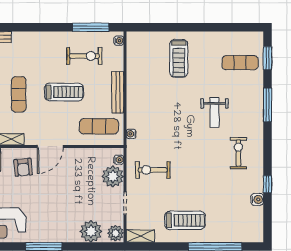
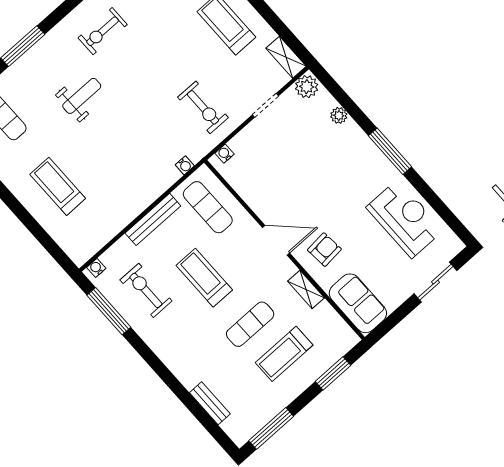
treadmill: (179, 58) -> (58, 186), turned -90
plant: (113, 176) -> (248, 144), removed
plant: (91, 231) -> (339, 115), width x0.53, depth x0.53

